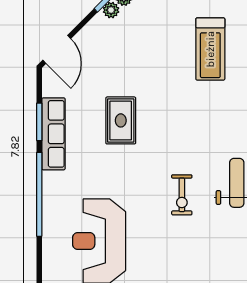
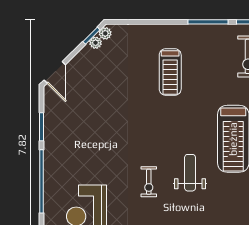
rug: (121, 120) -> (103, 126), removed
row of seats: (53, 134) -> (52, 136), removed

